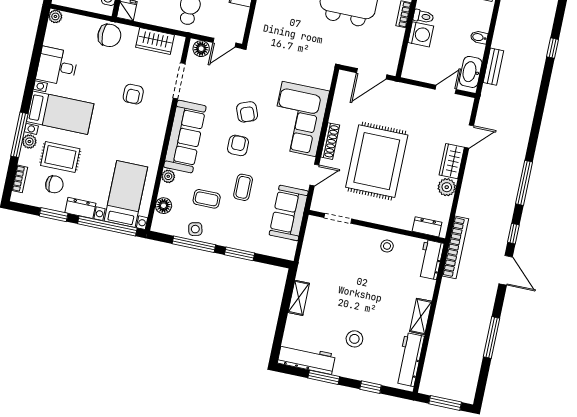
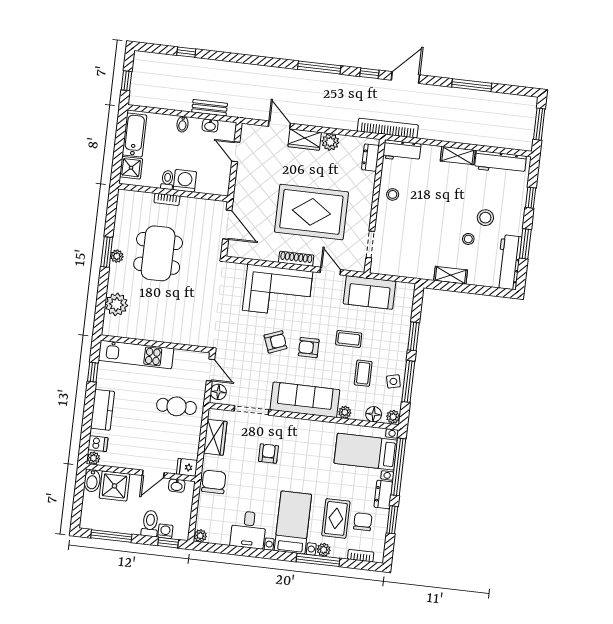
washbasin: (471, 72) -> (210, 126), width x0.52, depth x0.69
armchair: (133, 94) -> (268, 454), turned -90
plant: (159, 225) -> (393, 417), added
stool: (334, 319) -> (468, 239), added

